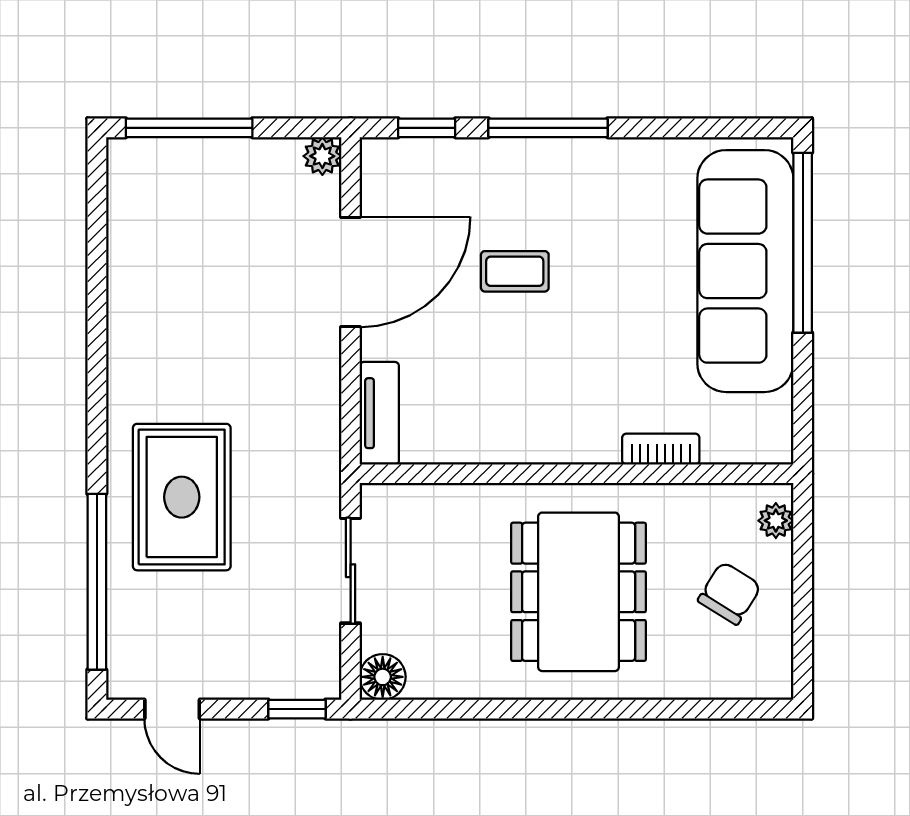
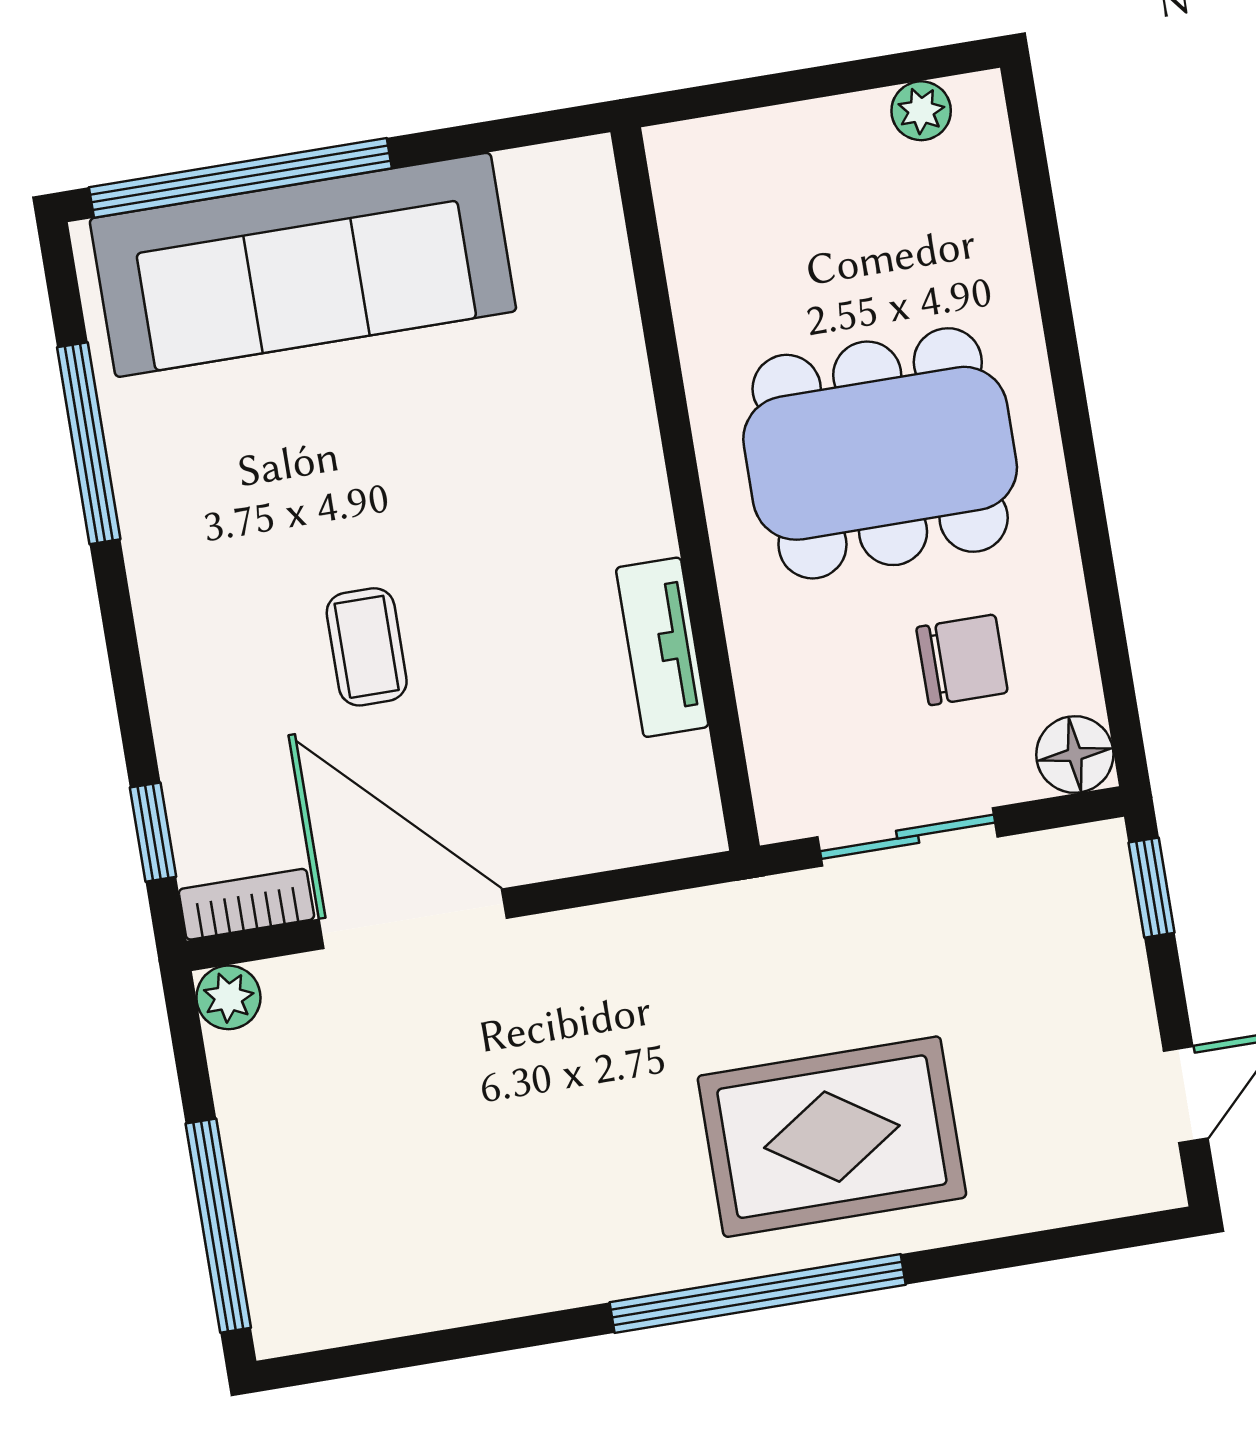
window: (548, 128) -> (89, 443), moved
tv unit: (379, 413) -> (662, 647), moved, turned -90
bookcase: (661, 449) -> (246, 904), moved, turned 90
plant: (776, 521) -> (921, 111), moved
window: (97, 582) -> (758, 1294), moved
chair: (729, 593) -> (962, 660), moved, turned 148

